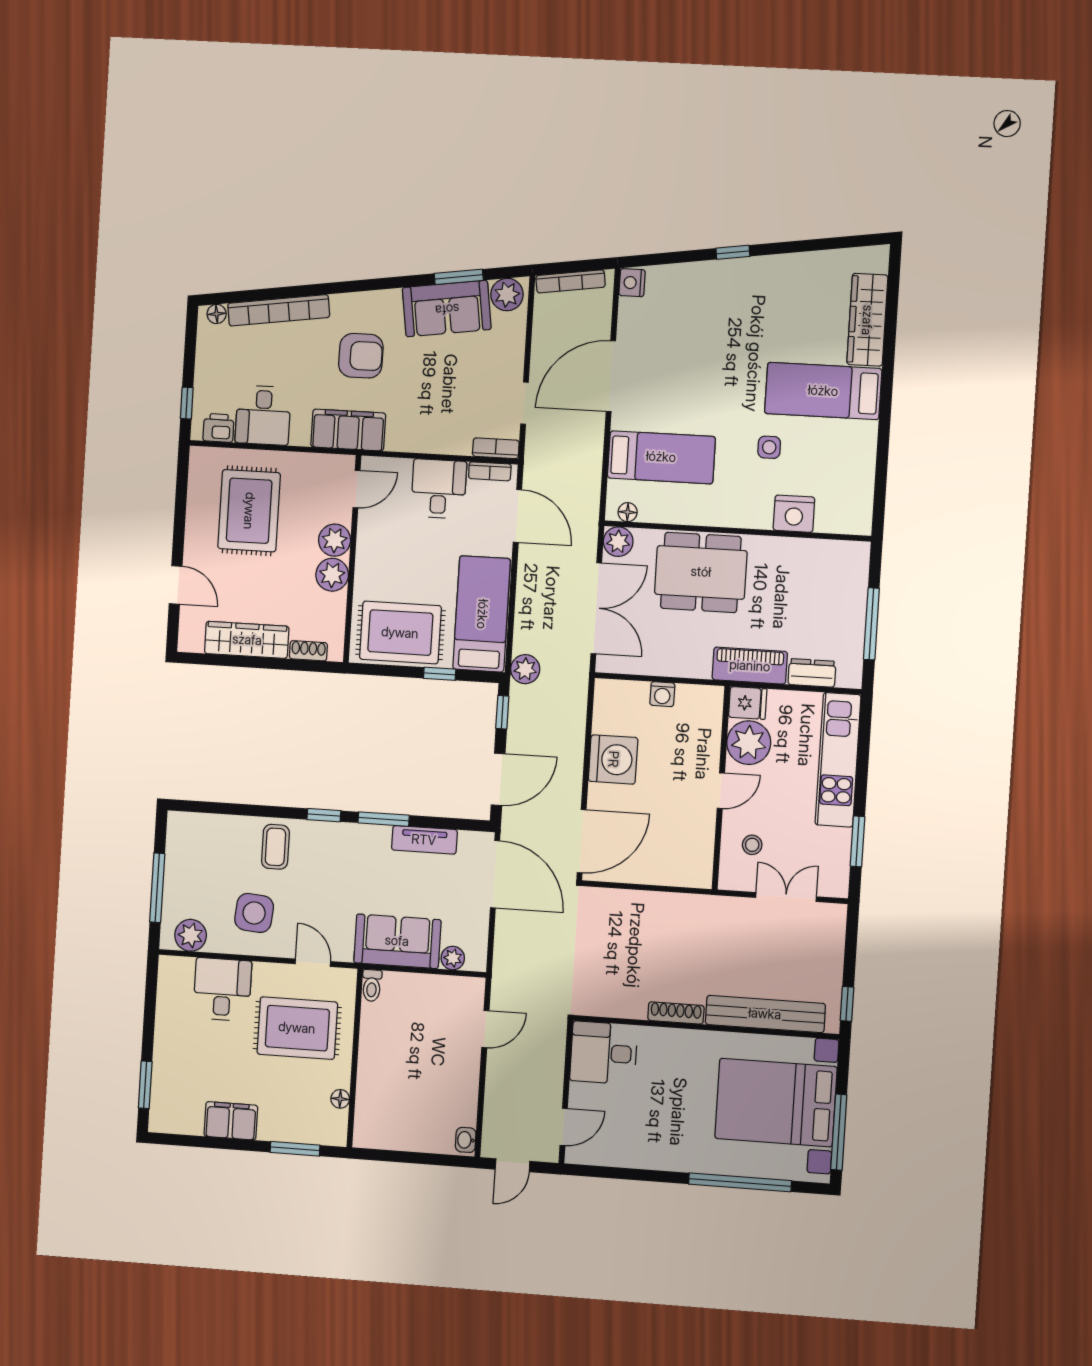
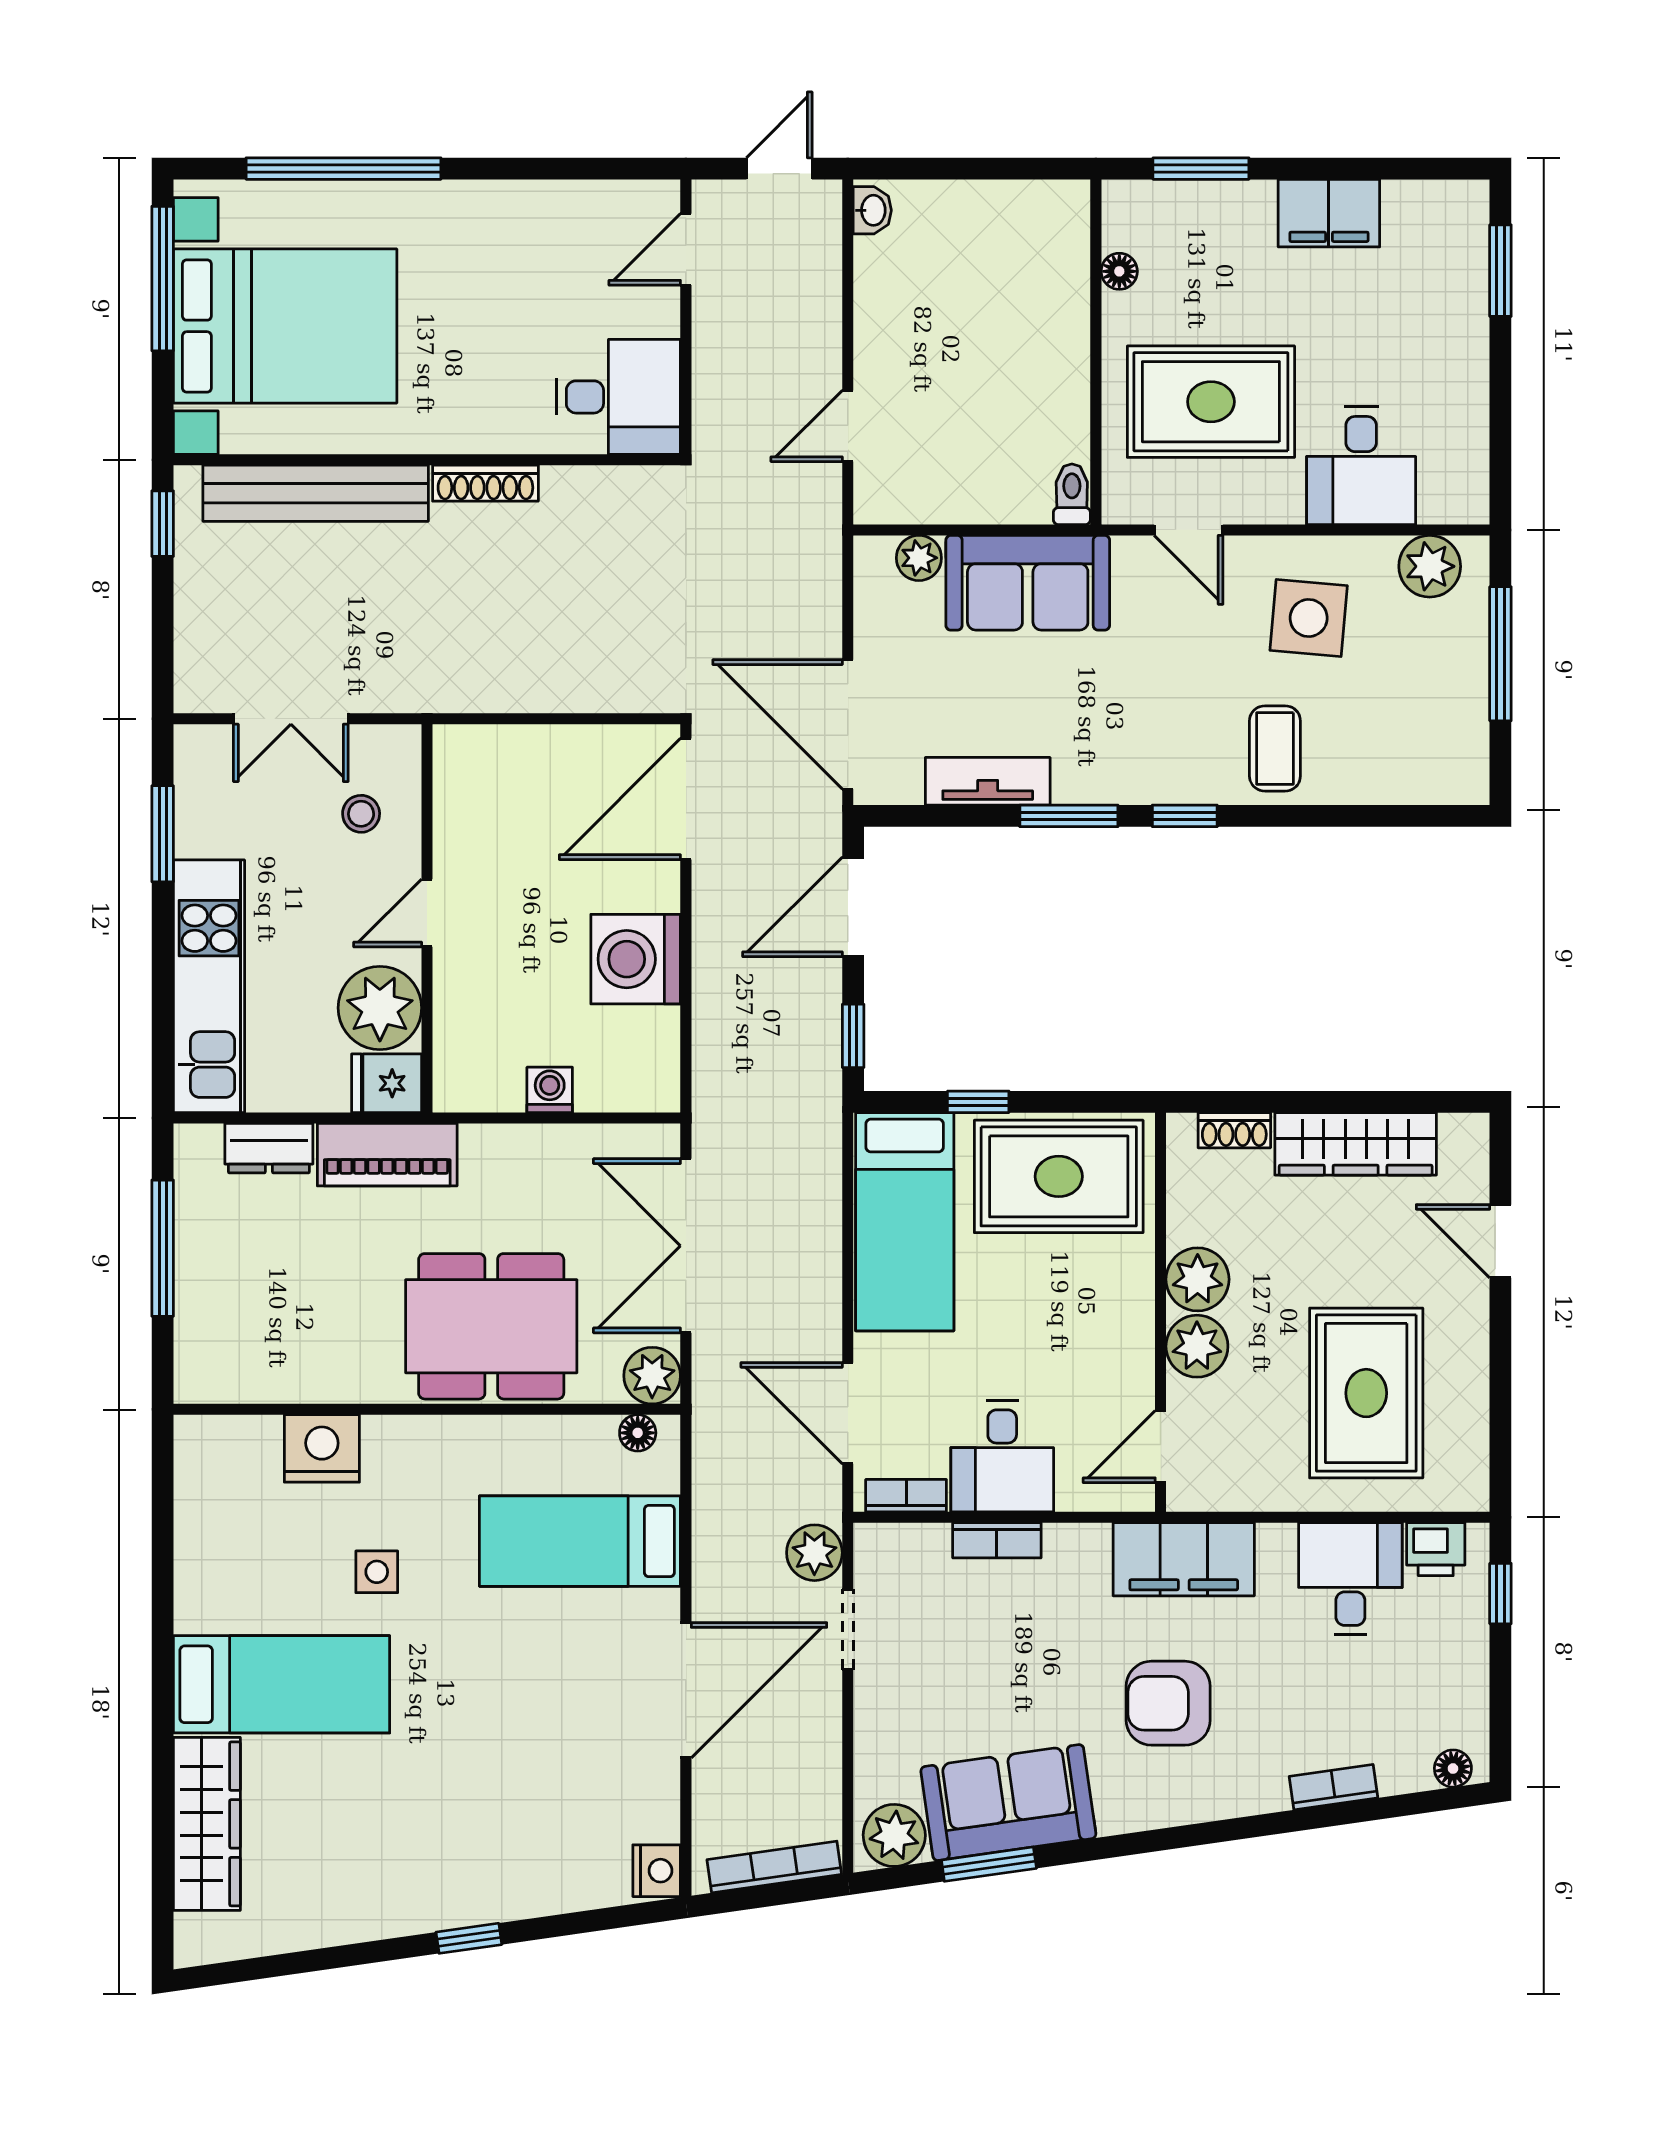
bookcase: (279, 310) -> (1334, 1787), width x0.43, depth x0.76
bookcase: (496, 448) -> (997, 1540), moved
plant: (525, 669) -> (814, 1553), moved

